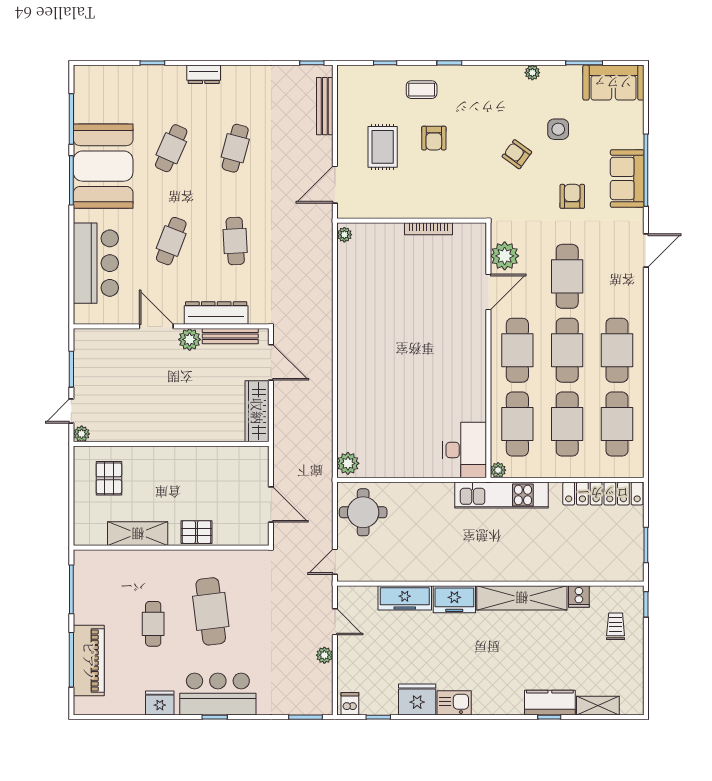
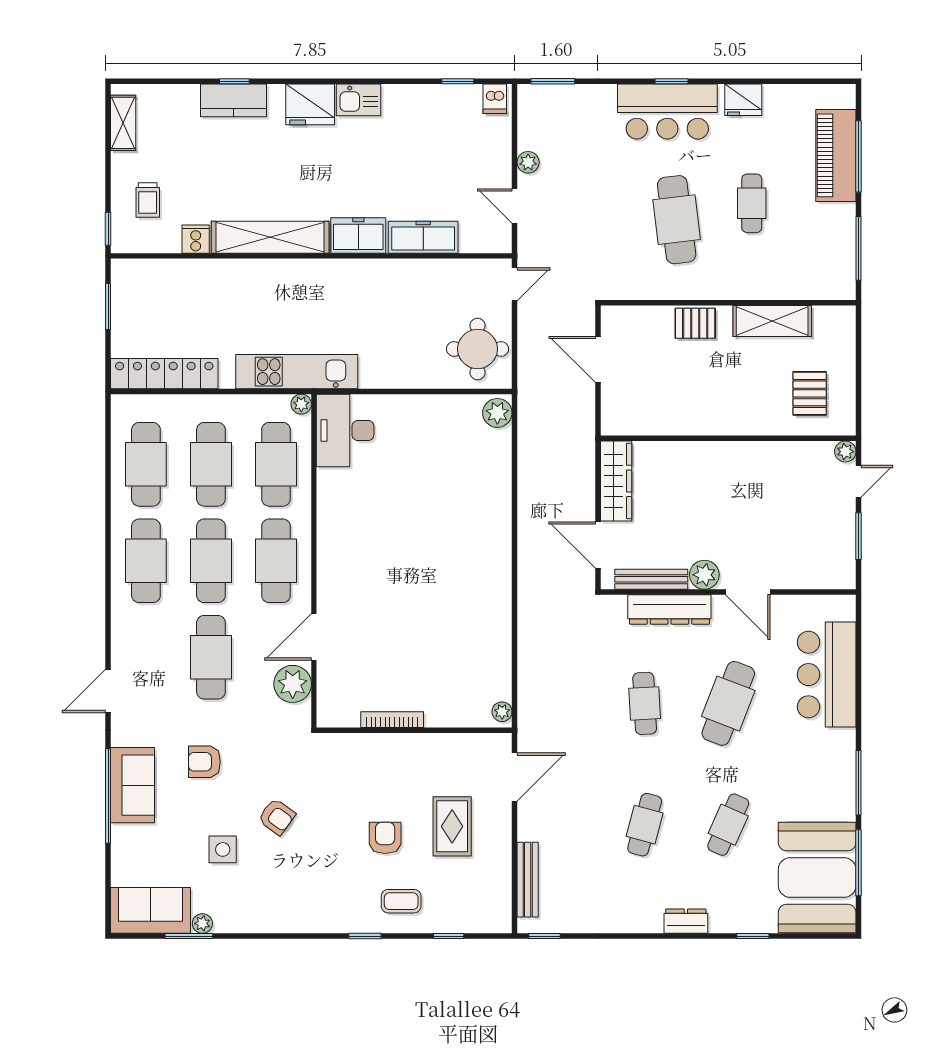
plant: (532, 73) -> (202, 923), moved
booth: (103, 166) -> (817, 878), moved
armchair: (572, 196) -> (204, 762), turned 90
cafe table: (171, 241) -> (728, 703), width x1.37, depth x1.35
fridge: (417, 700) -> (310, 104), moved
shelving: (598, 706) -> (123, 123), moved, turned 90

